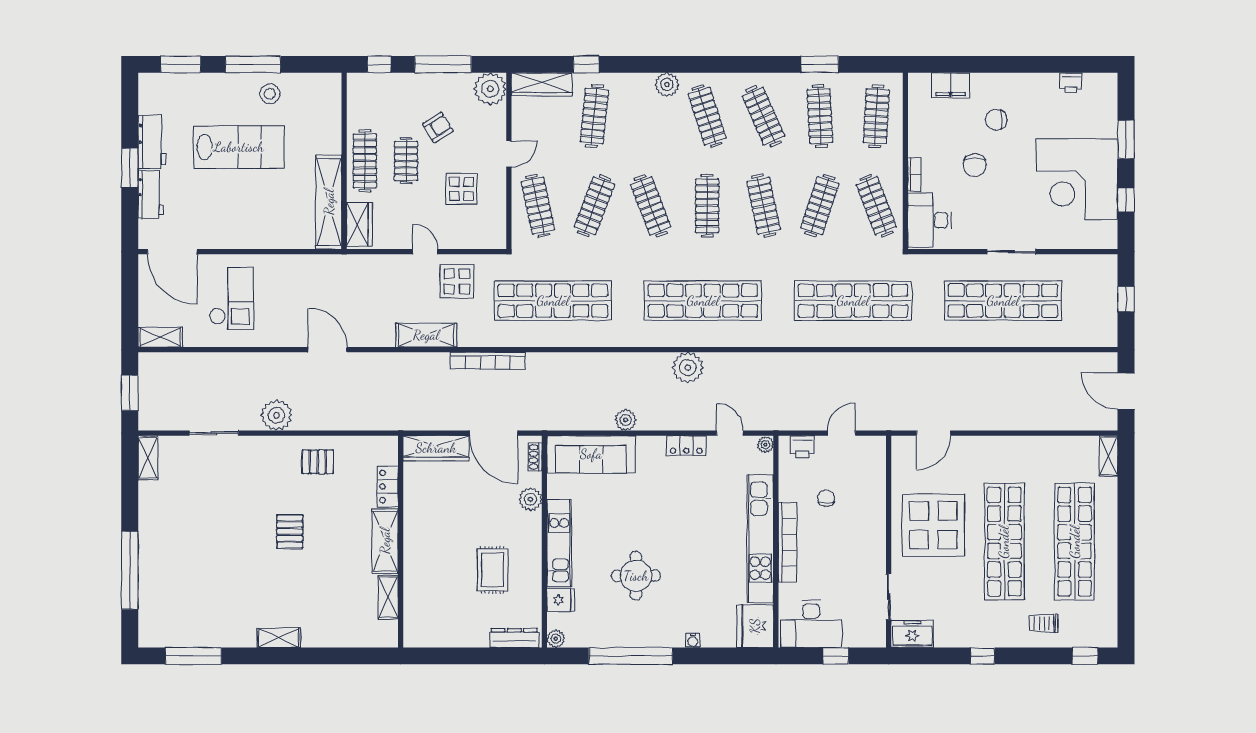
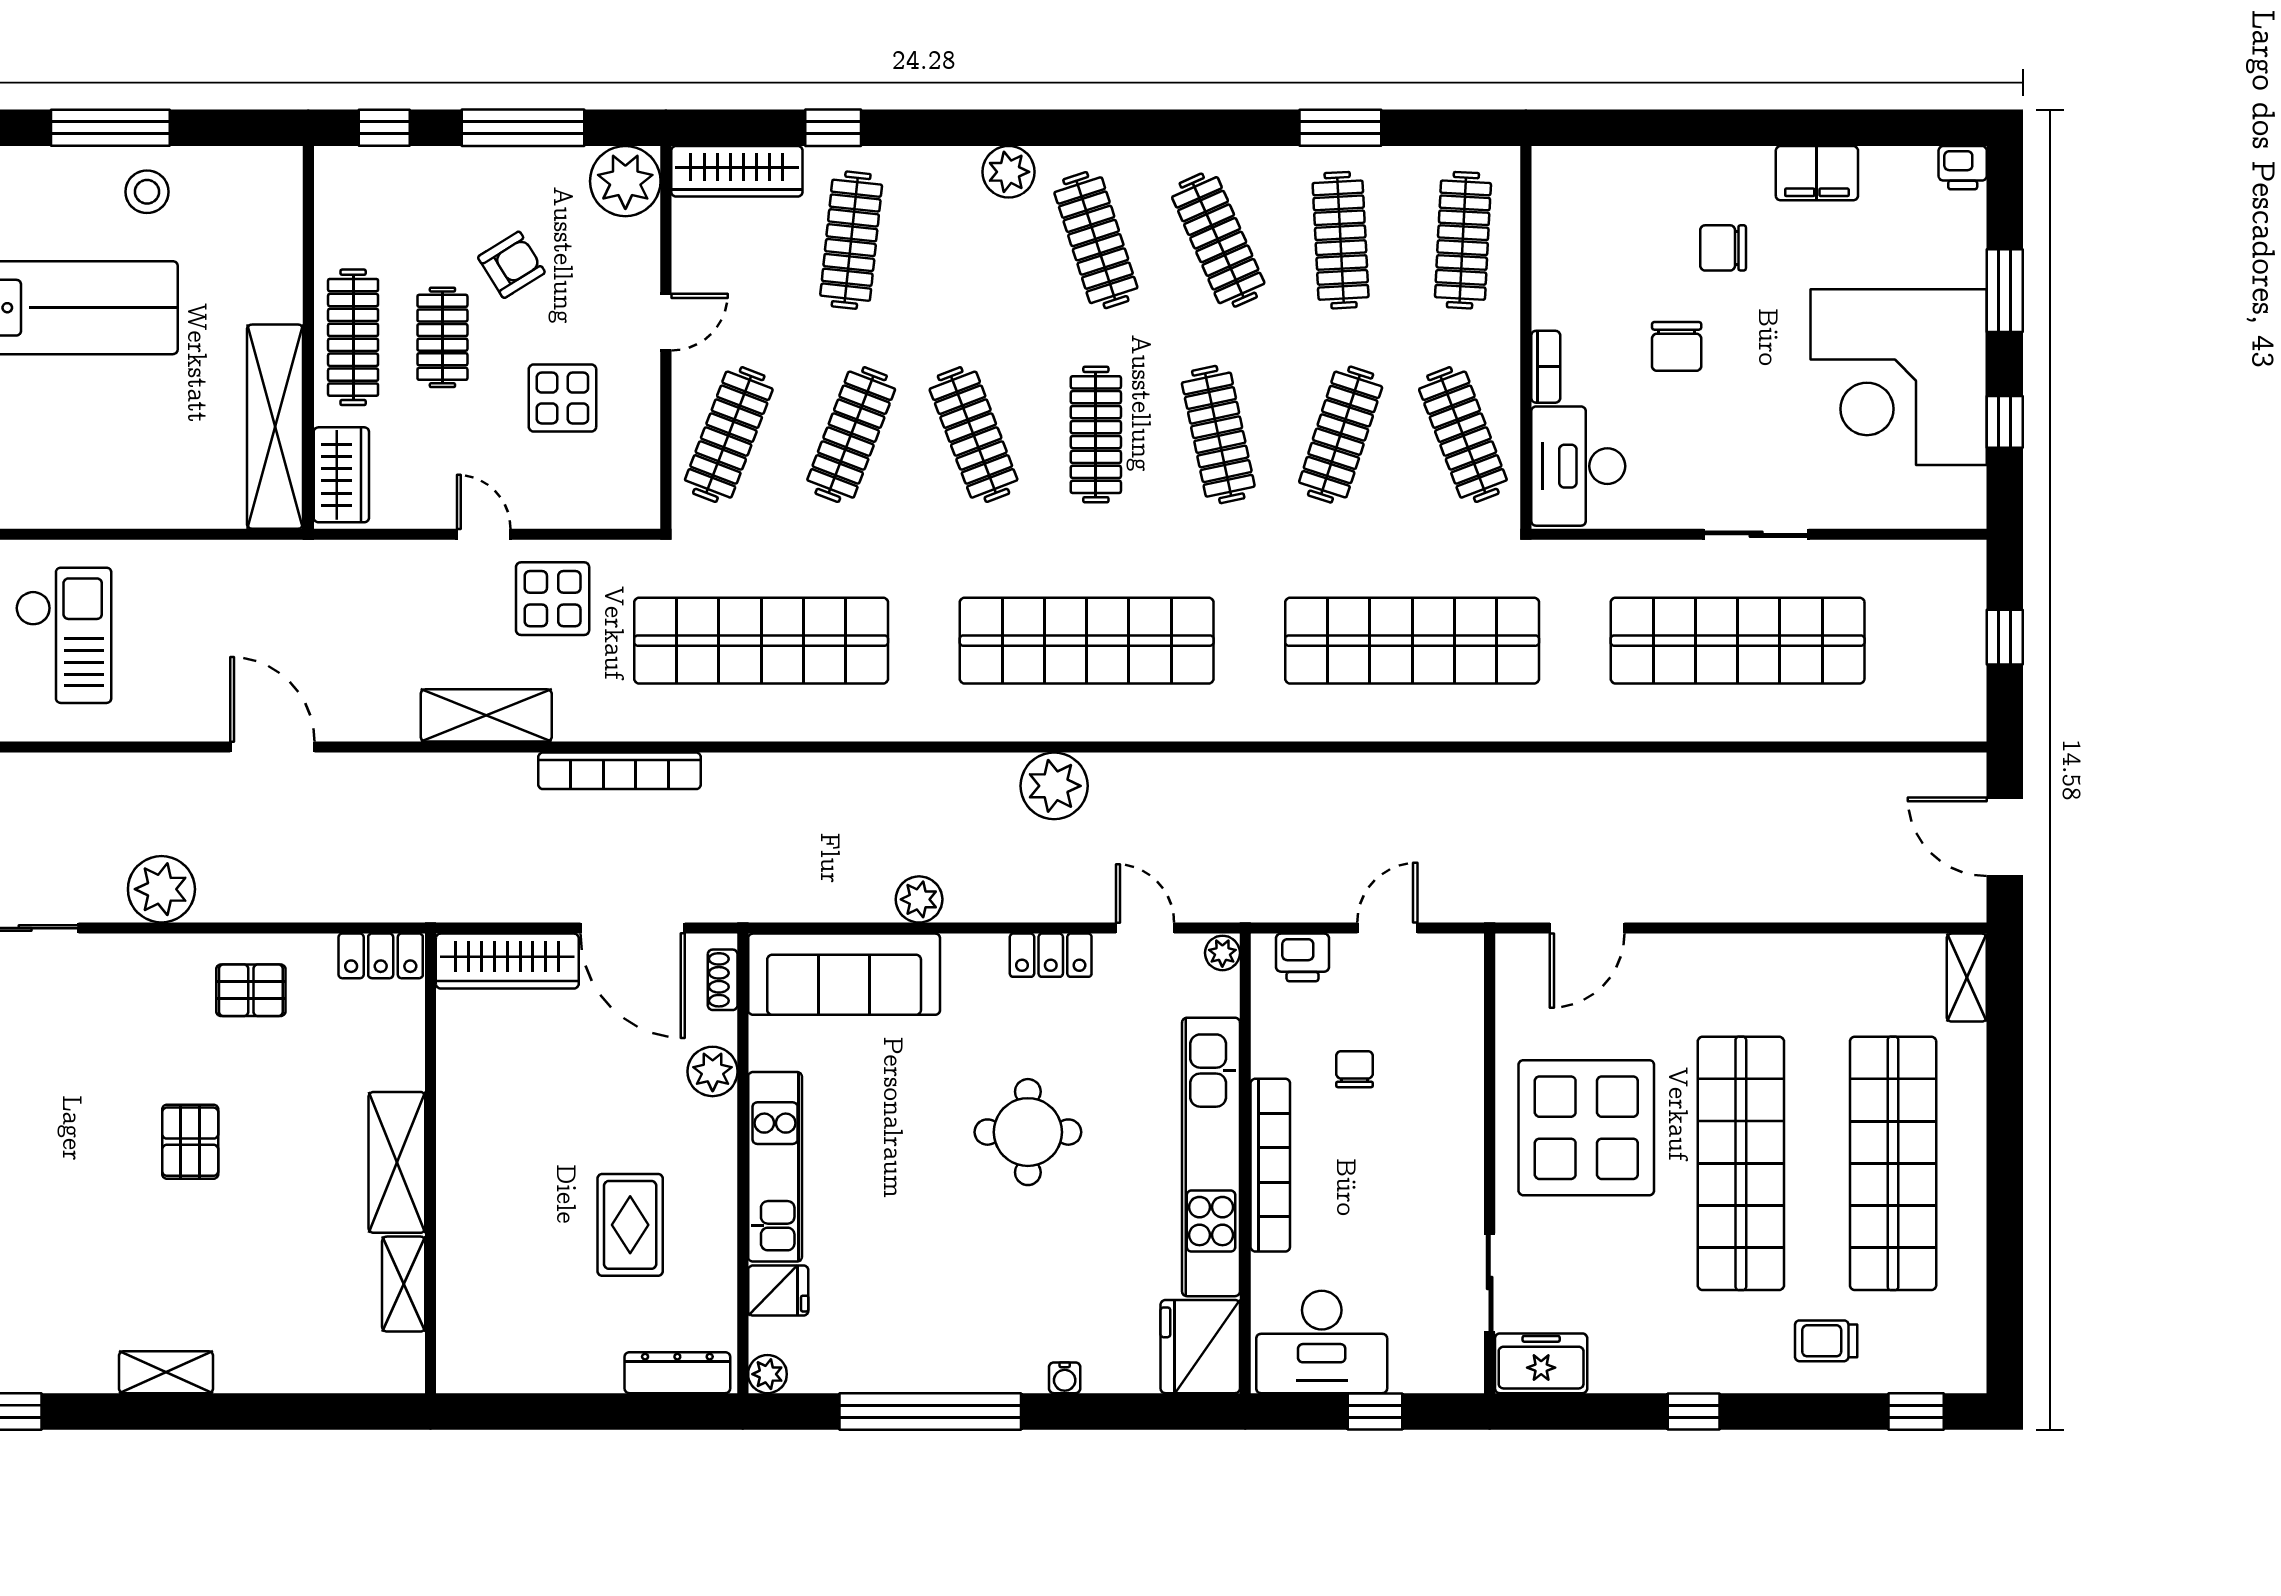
printer: (1071, 83) -> (1963, 168), moved
filing cabinet: (951, 85) -> (1817, 173), moved
clothes rail: (538, 206) -> (729, 435), turned 33
locker: (388, 487) -> (381, 956), moved, turned -90
round table: (636, 576) -> (1028, 1132), moved

